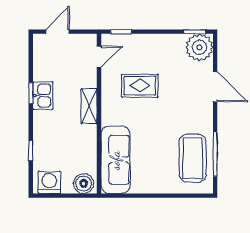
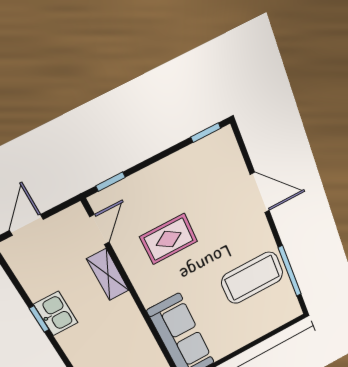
plant: (199, 47) -> (221, 151), removed
shelving: (89, 106) -> (108, 275), moved
coffee table: (193, 158) -> (252, 278), moved, turned 90

